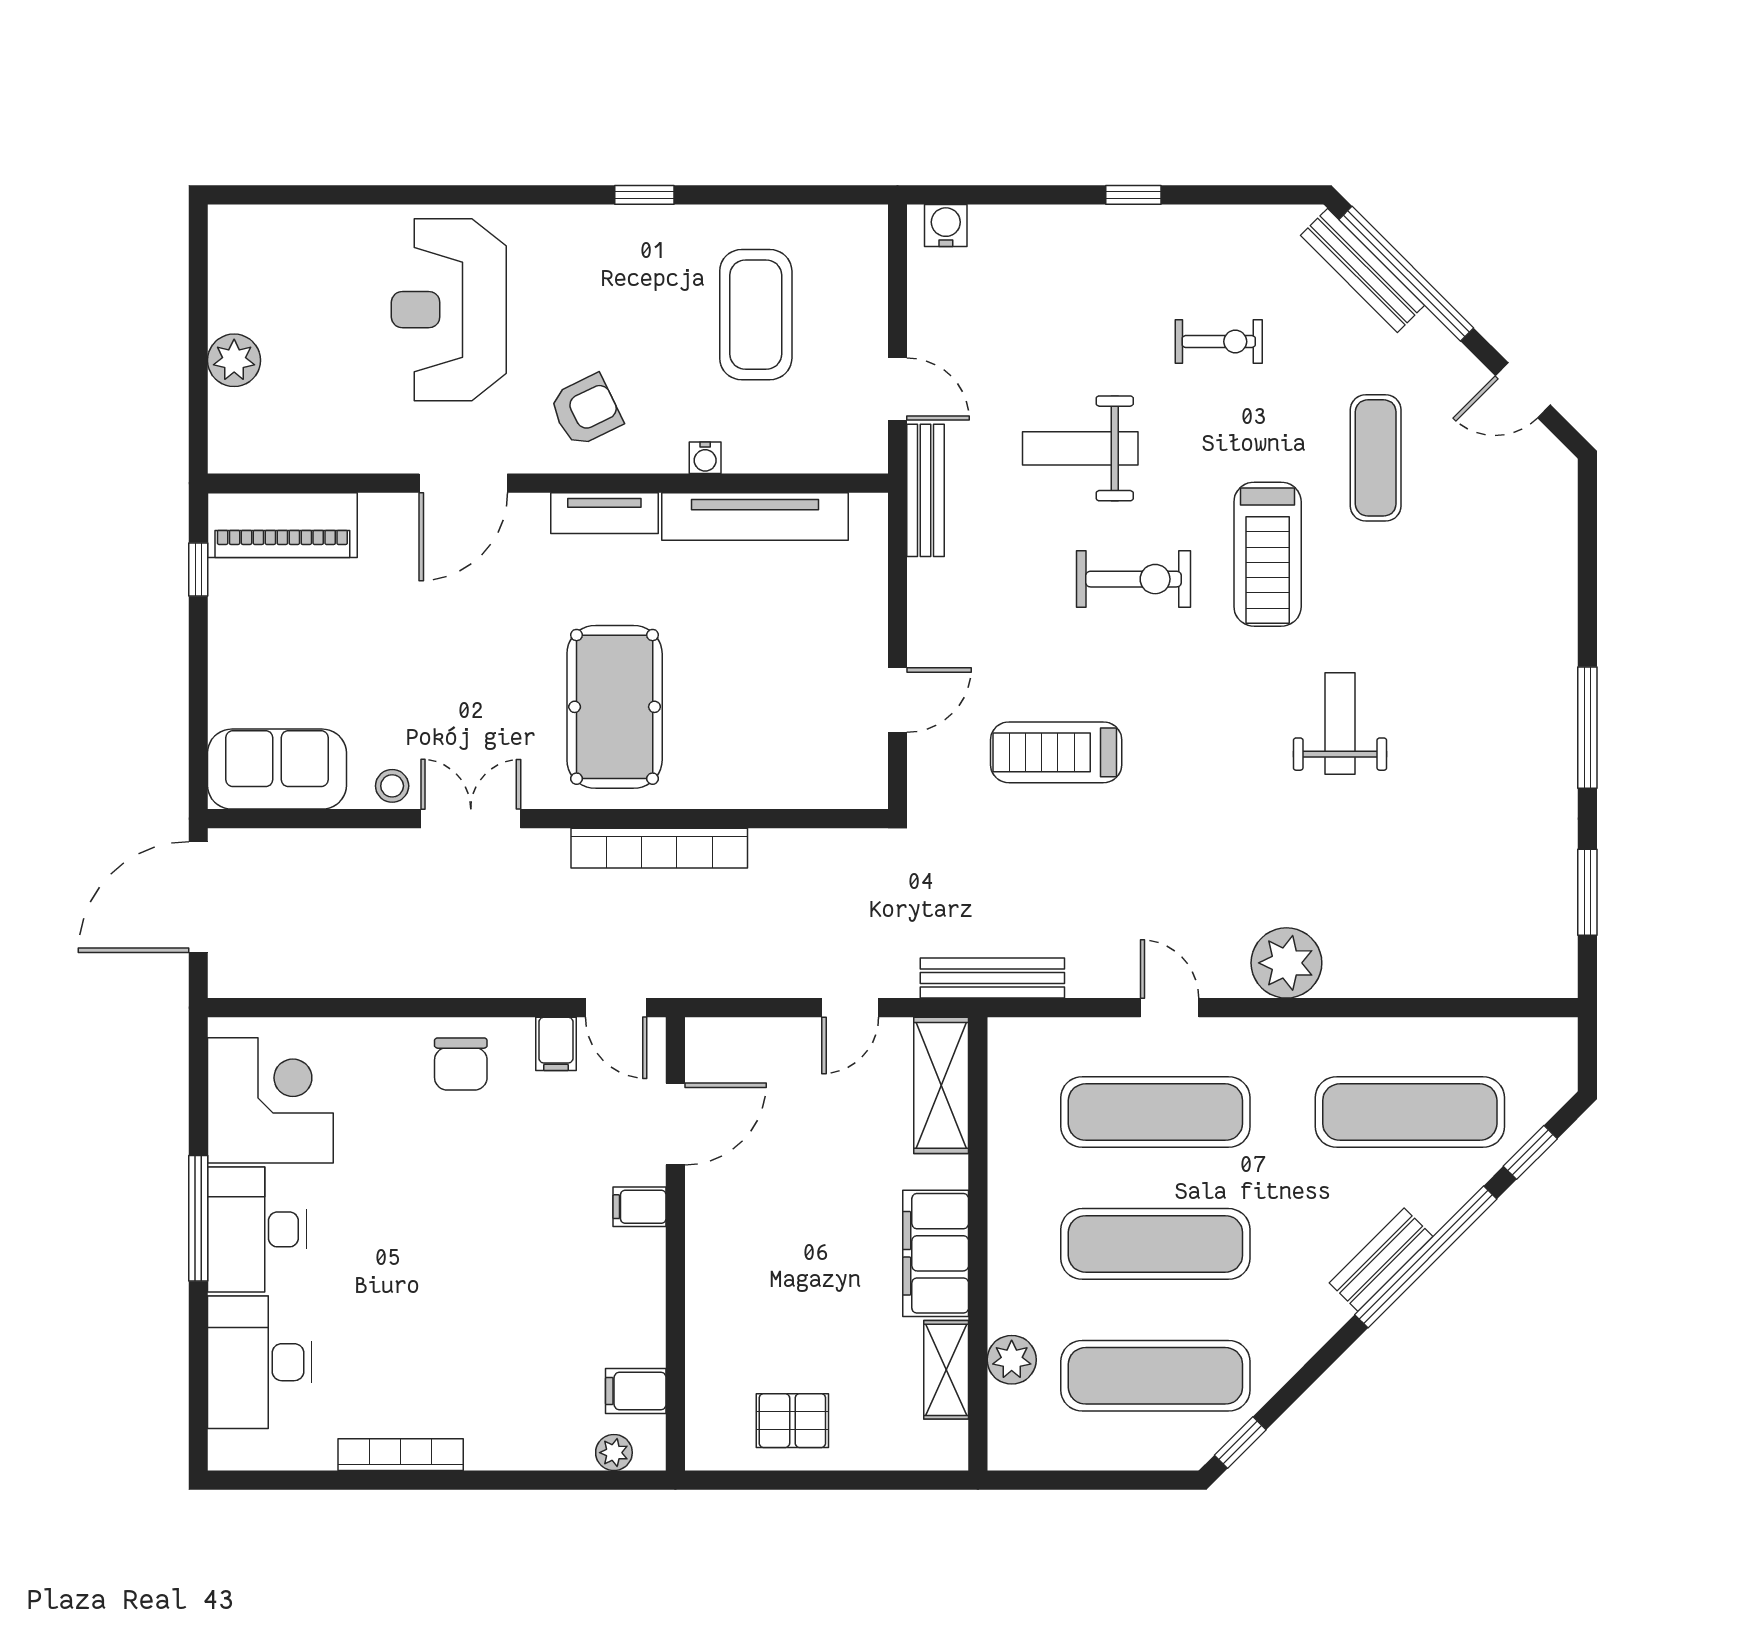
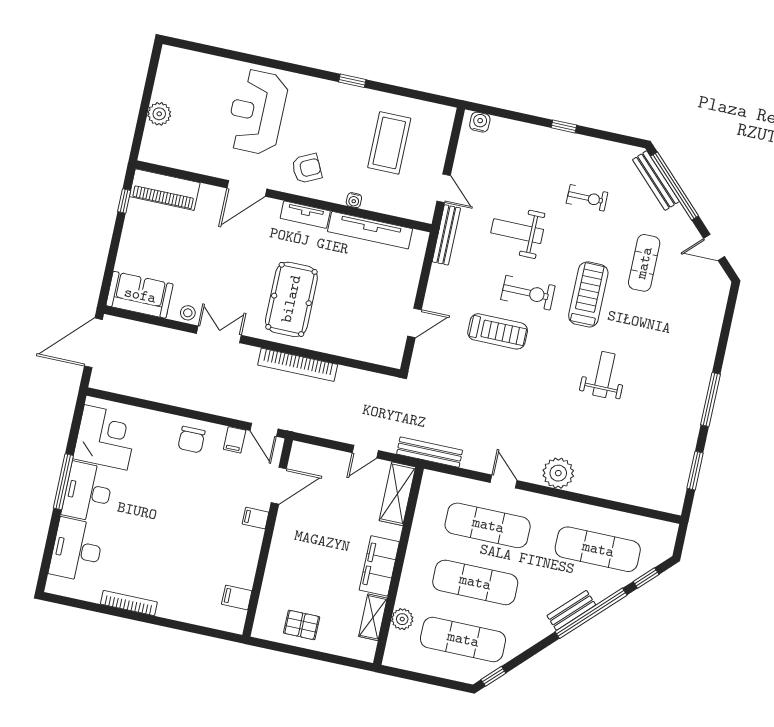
treadmill: (1268, 554) -> (588, 294), turned 180
treadmill: (1056, 752) -> (498, 331), moved, turned 180
plant: (614, 1453) -> (221, 622), removed

